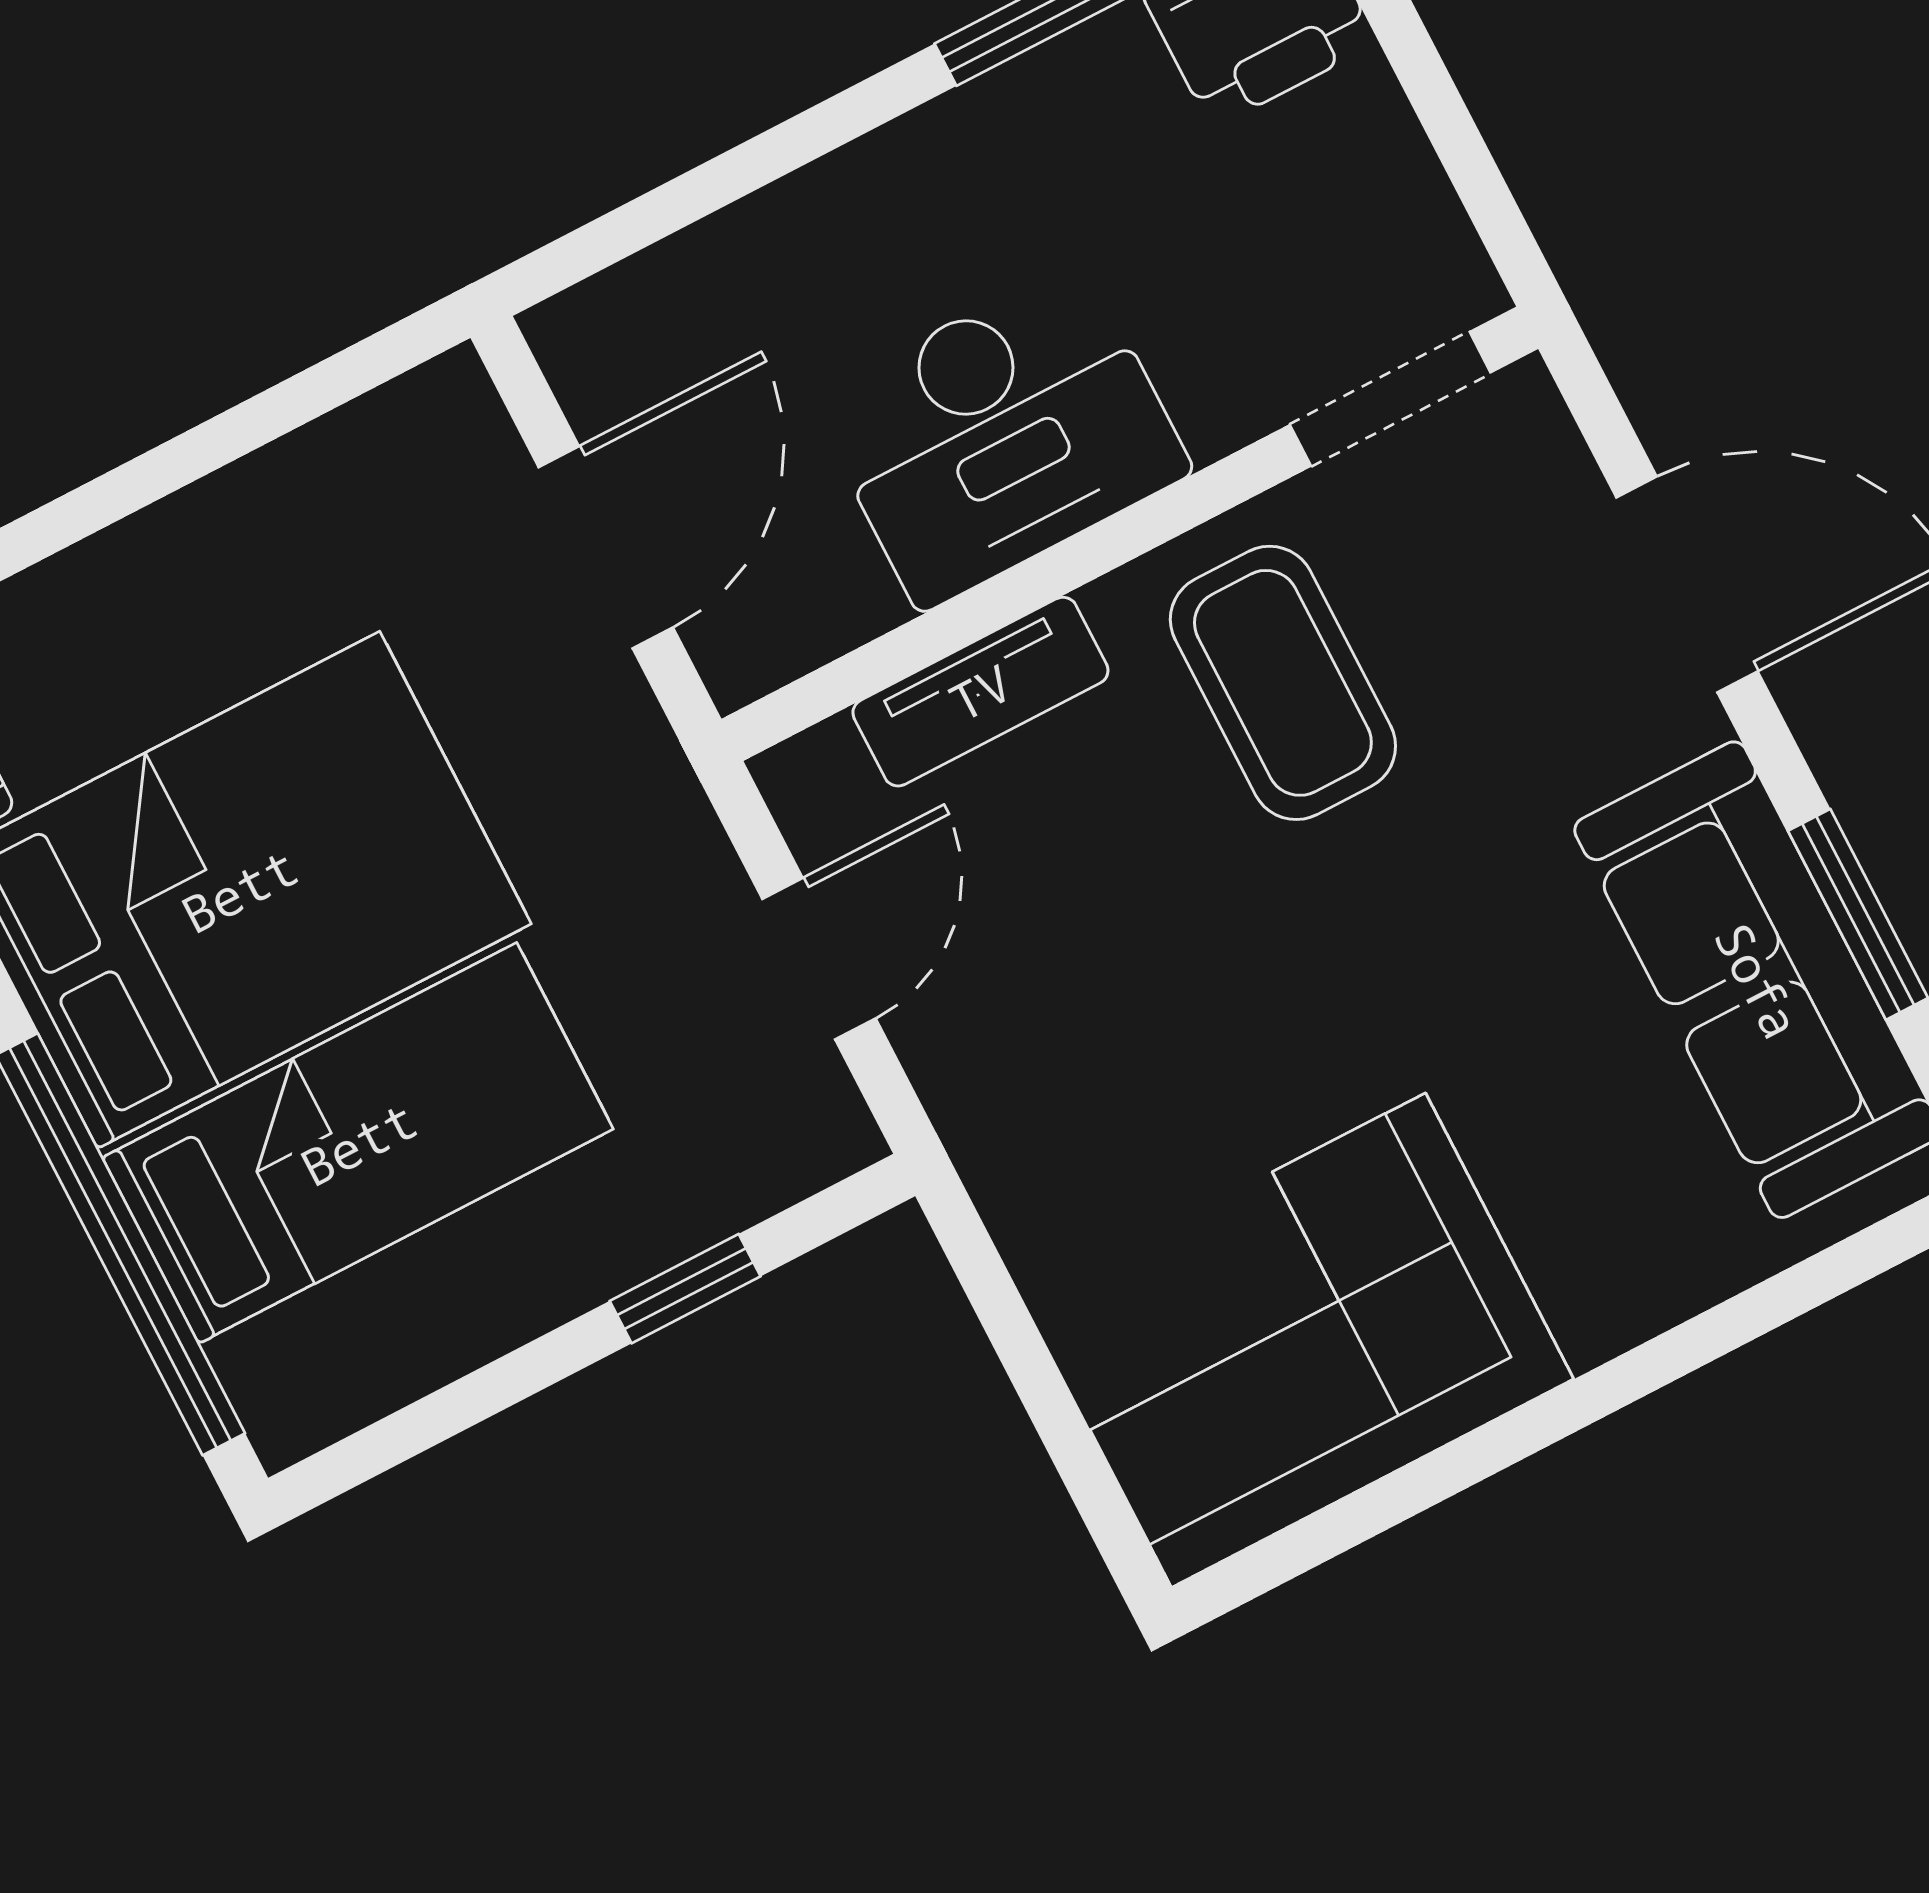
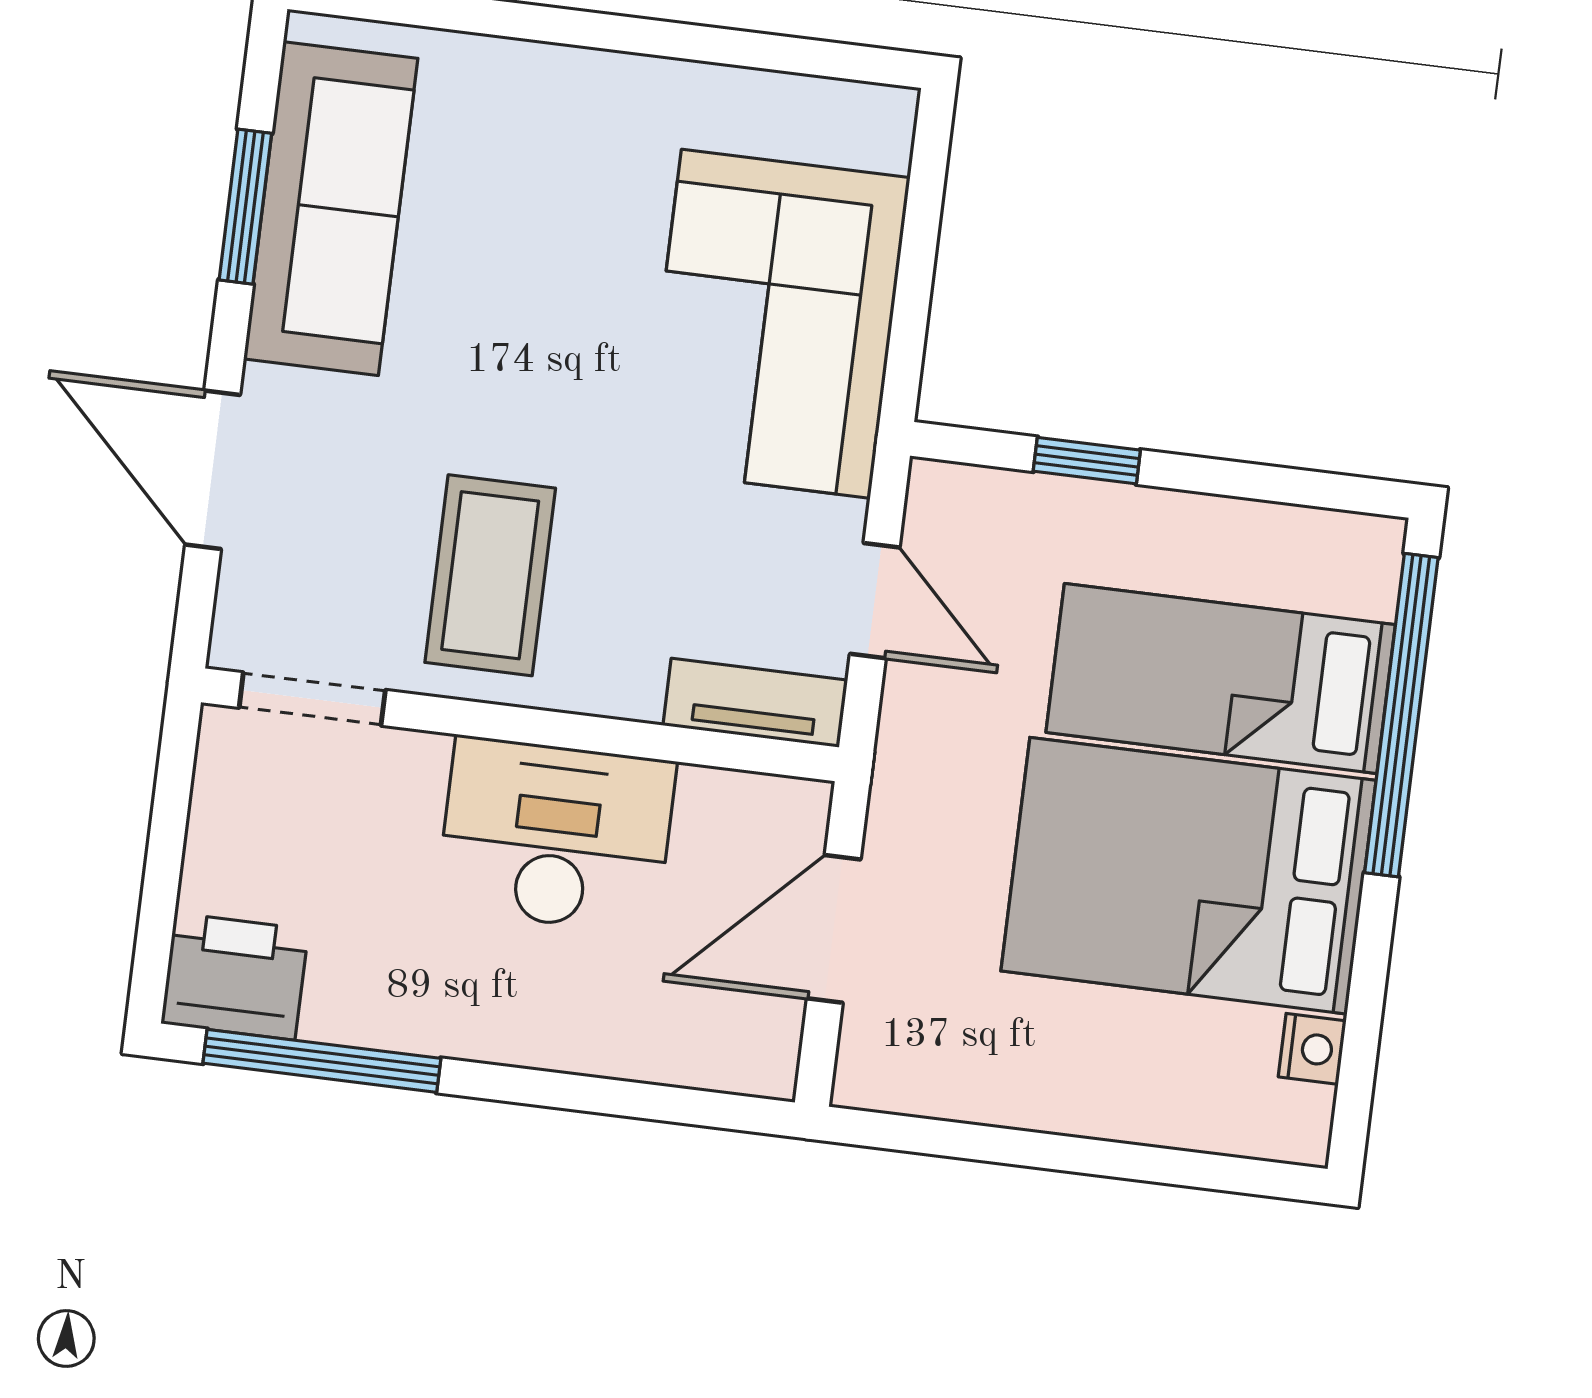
tv unit: (980, 692) -> (755, 703), moved
door: (819, 959) -> (875, 601), swing flipped
corner sofa: (1298, 1340) -> (776, 324), moved, turned 90

